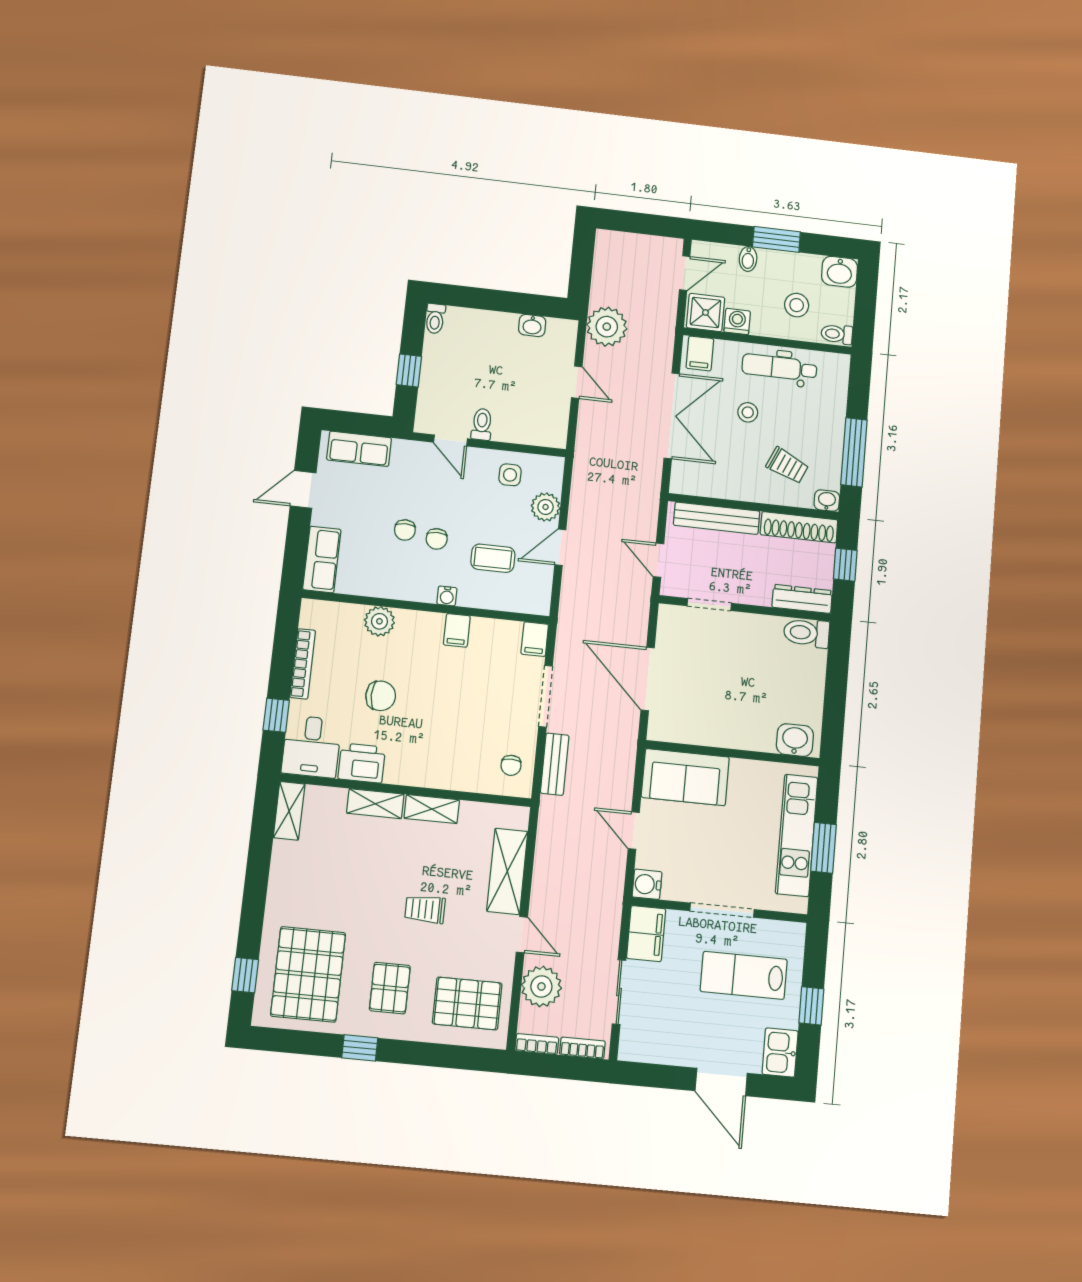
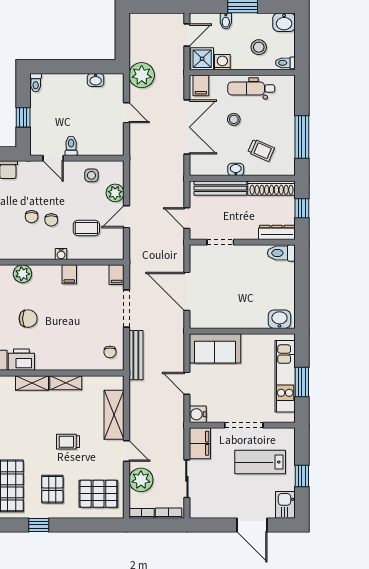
washbasin: (827, 501) -> (236, 169), moved
bench: (555, 764) -> (136, 355), width x1.36

